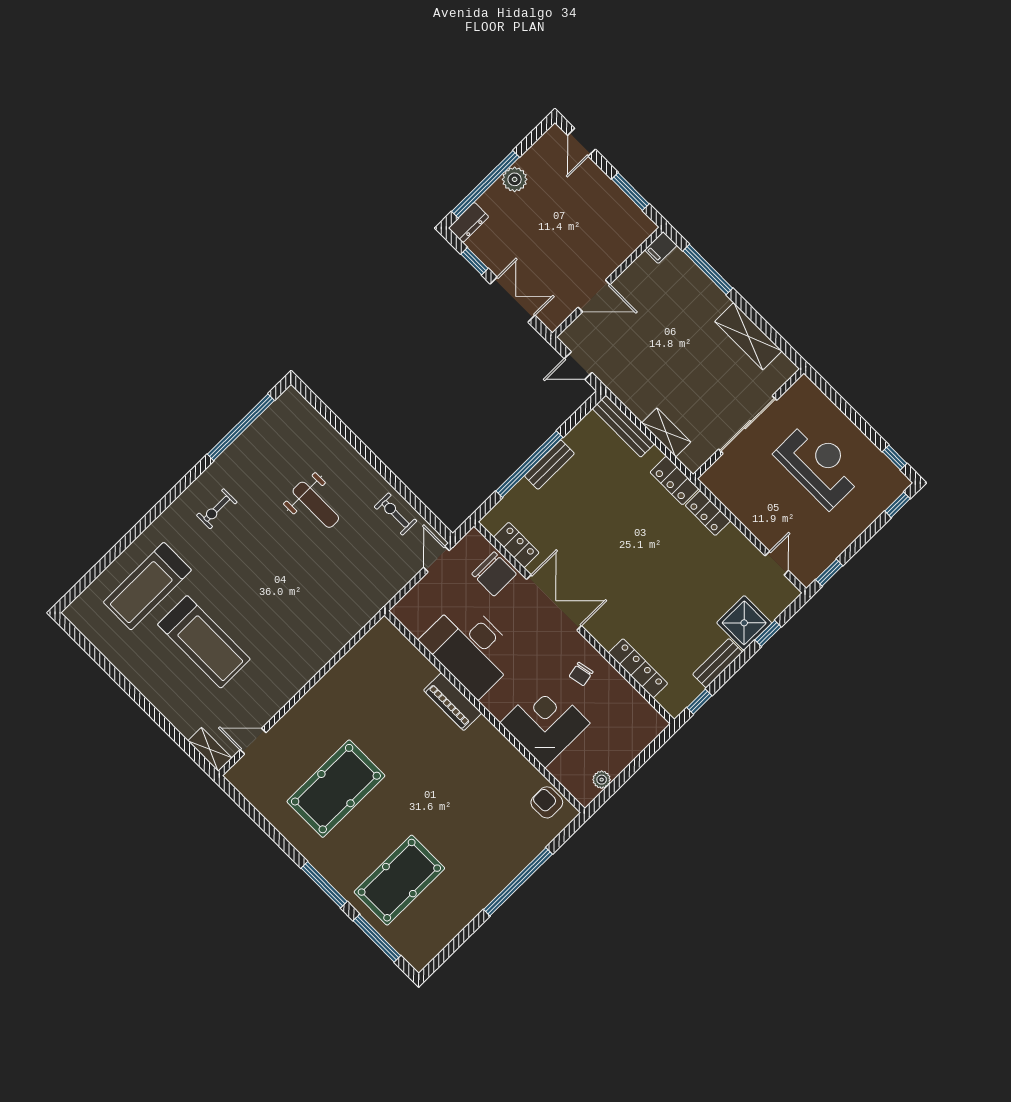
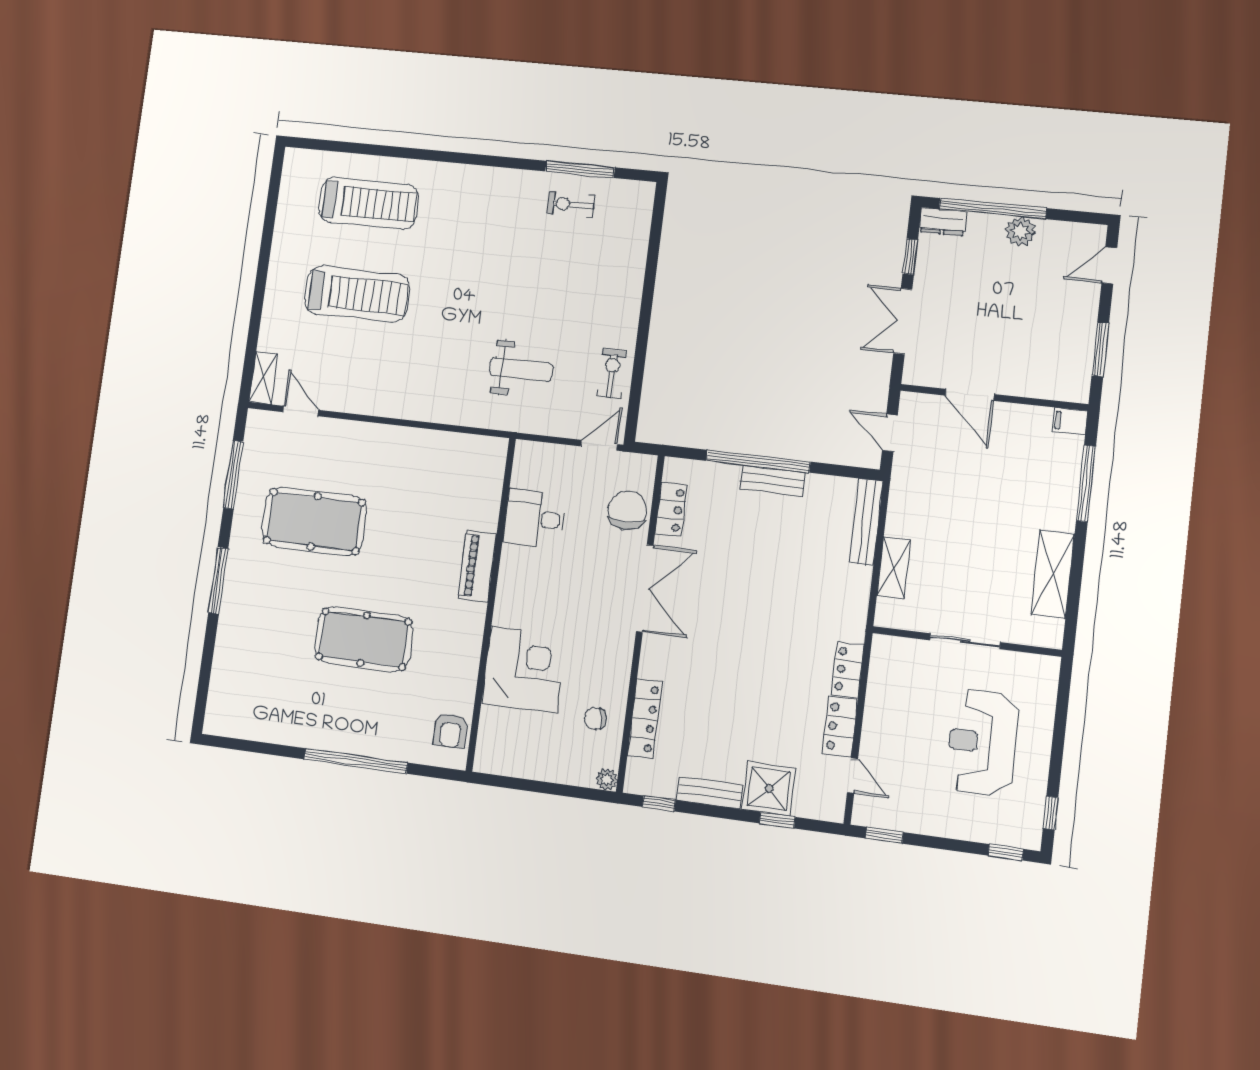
double door: (513, 300) -> (903, 321), swing flipped
sliding door: (748, 425) -> (965, 641), width x0.73
window: (241, 427) -> (580, 169), width x0.68
reception desk: (819, 465) -> (982, 742), turned 180
locker: (674, 481) -> (840, 727), moved
weight bench: (316, 505) -> (521, 369), moved, turned -90
exercise bike: (217, 509) -> (571, 204), moved
door: (777, 563) -> (853, 776), hinge flipped
chair: (494, 574) -> (627, 510), turned 180
treadmill: (147, 586) -> (369, 203), turned 180
treadmill: (204, 642) -> (357, 294), turned -90
desk: (470, 648) -> (535, 518), width x0.53, depth x0.77
chair: (581, 674) -> (595, 719), moved
plant: (602, 780) -> (607, 779), moved
armchair: (547, 802) -> (451, 730), turned 180
pool table: (399, 880) -> (364, 639), moved
window: (377, 938) -> (233, 475), moved

